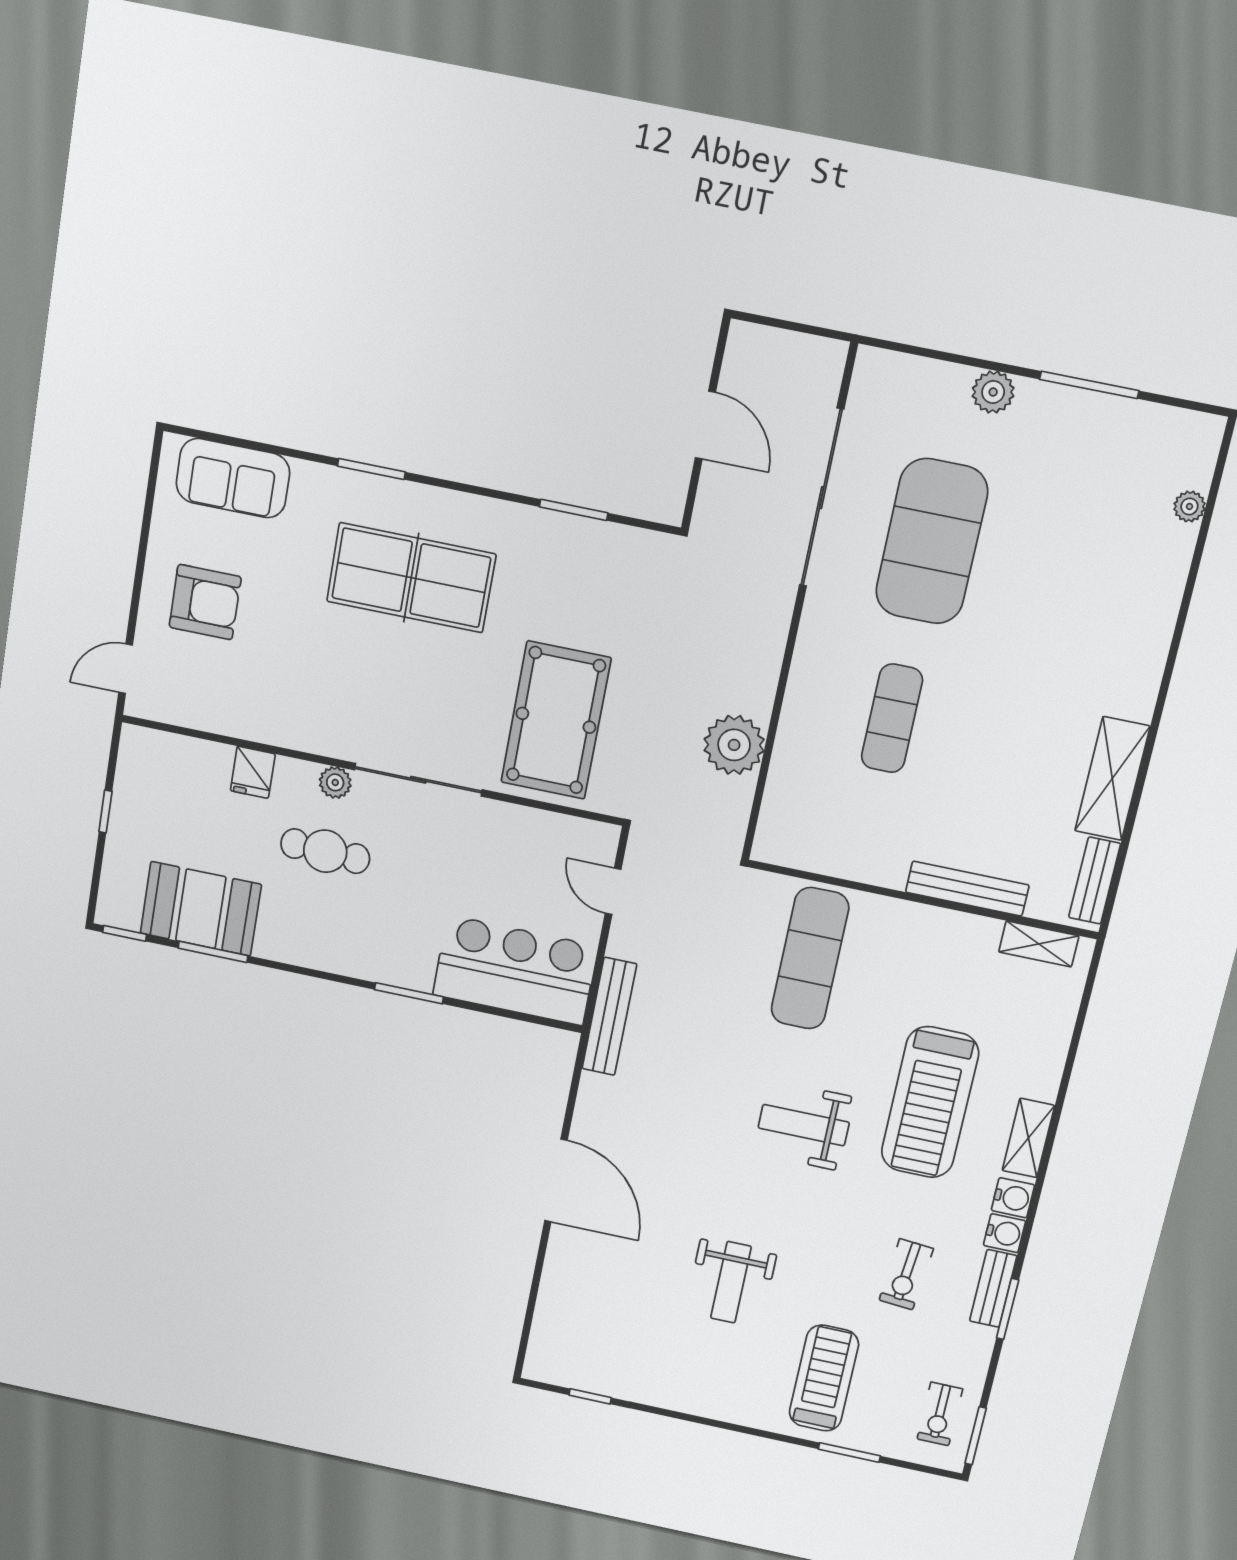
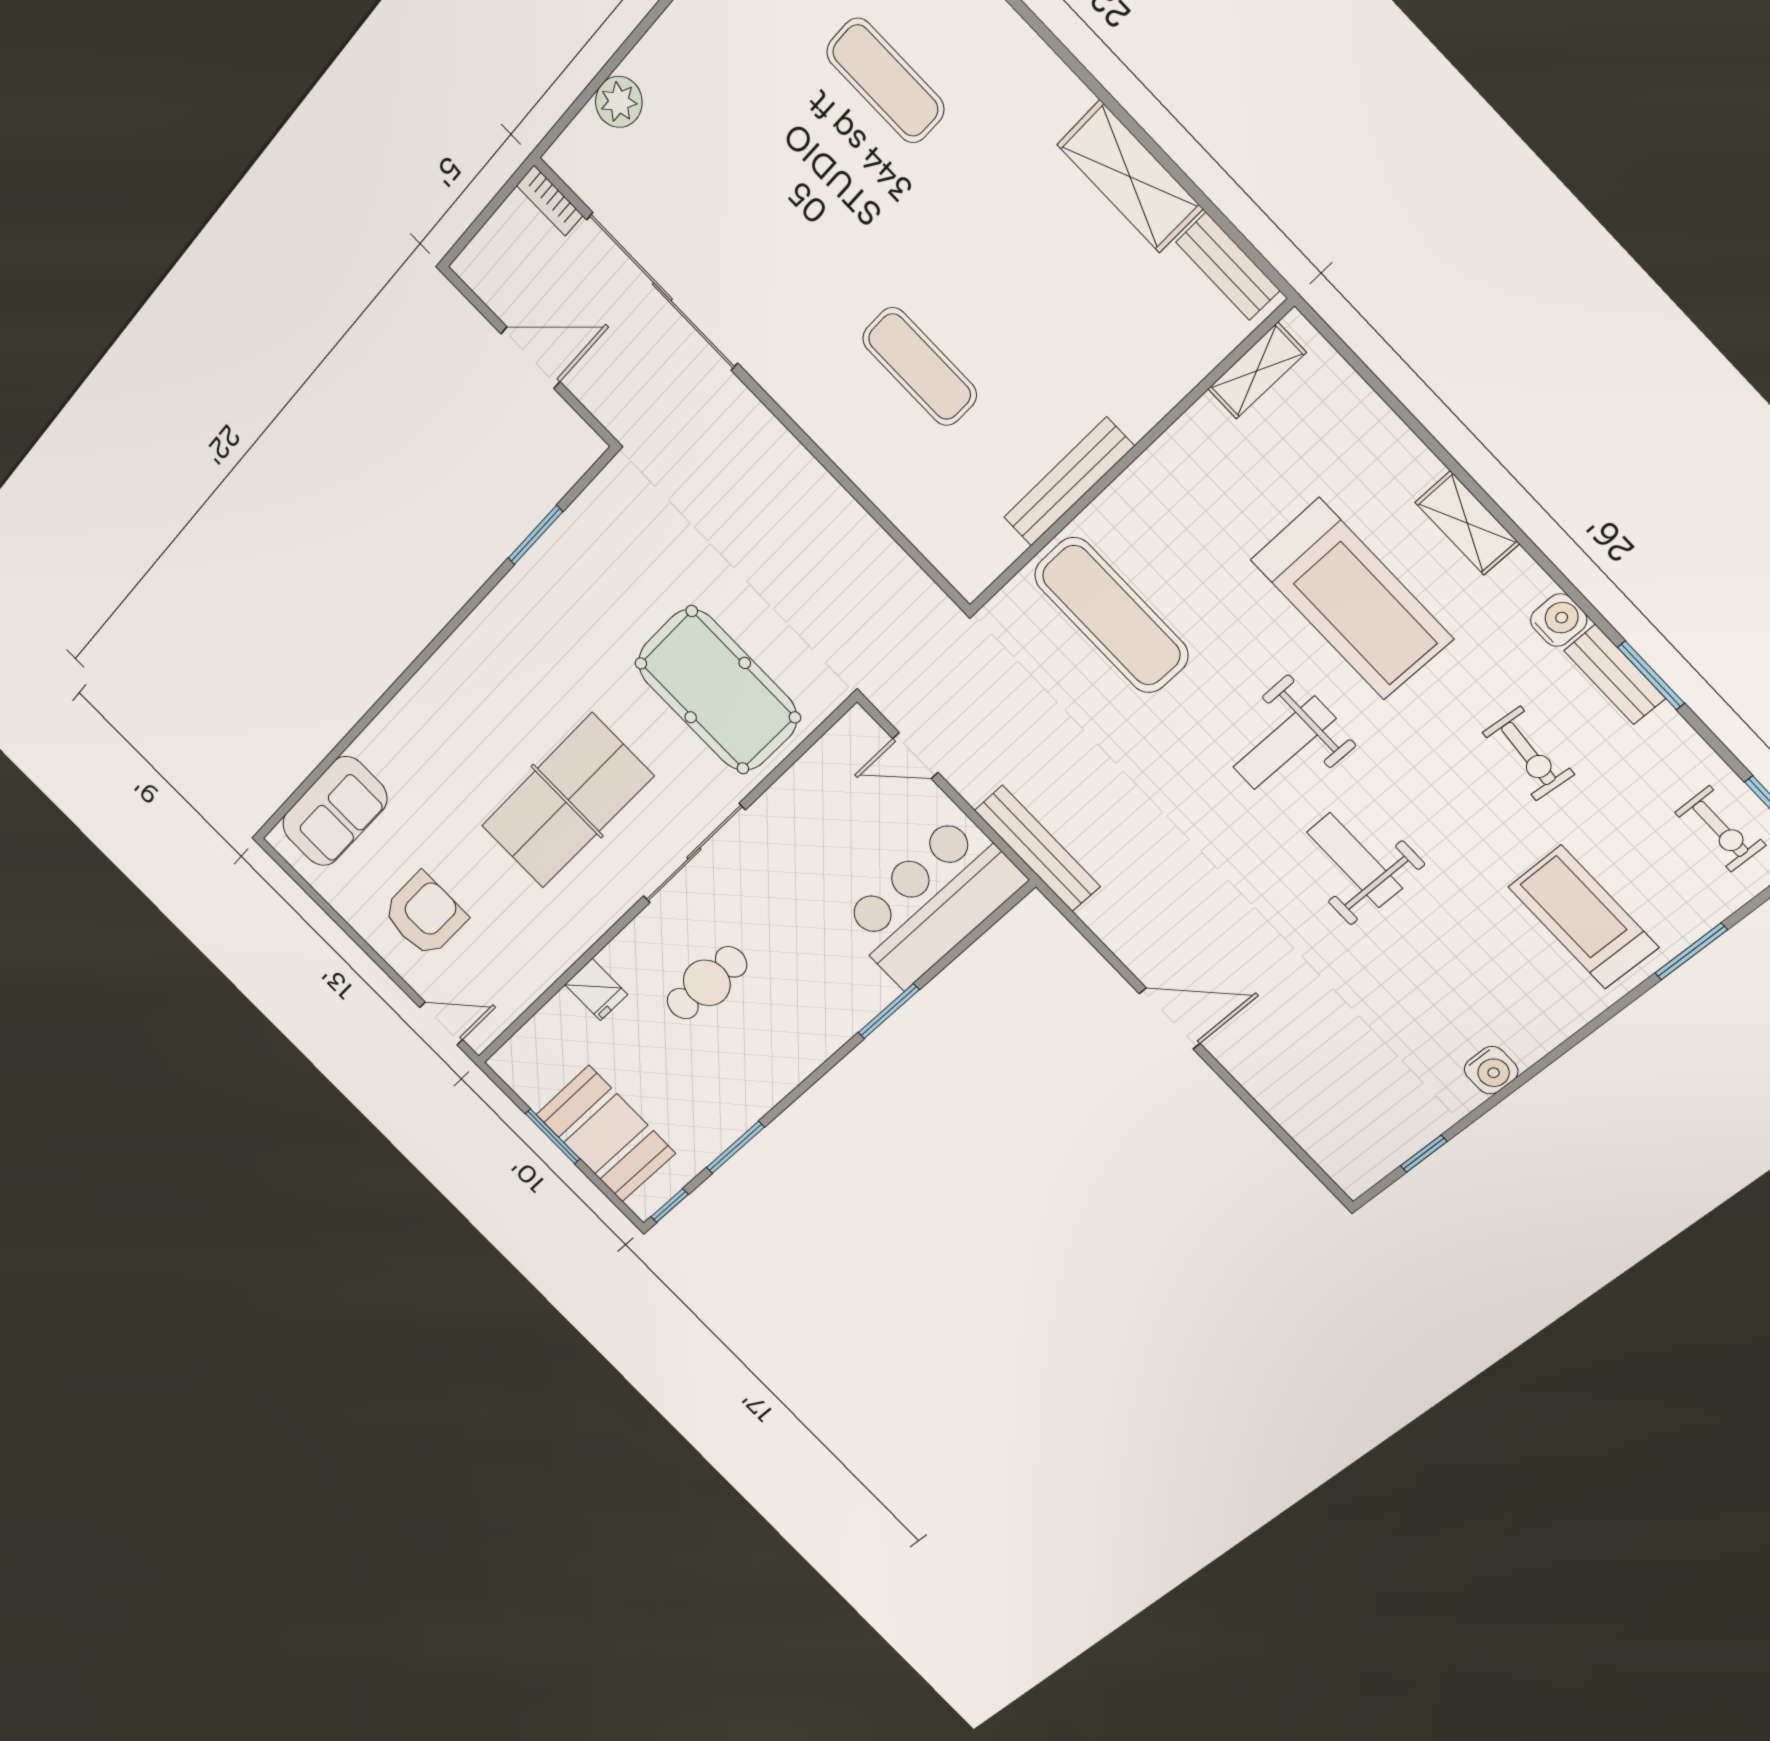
bookcase: (832, 370) -> (550, 201), added
plant: (993, 392) -> (619, 102), moved
window: (371, 469) -> (395, 688), removed
exercise mat: (932, 541) -> (885, 81), moved, width x0.50, depth x0.69
table tennis table: (411, 578) -> (567, 801), moved
door: (126, 669) -> (441, 1024), swing flipped
plant: (734, 745) -> (847, 540), removed
plant: (335, 782) -> (650, 927), removed
window: (105, 812) -> (553, 1136), width x1.50
bench: (967, 889) -> (1069, 482), moved
booth: (201, 909) -> (606, 1134), moved, turned 90
door: (556, 1181) -> (1170, 1018), width x0.73
water cooler: (1013, 1198) -> (1491, 1070), moved, turned 90
weight bench: (731, 1282) -> (1355, 860), moved, turned 180

